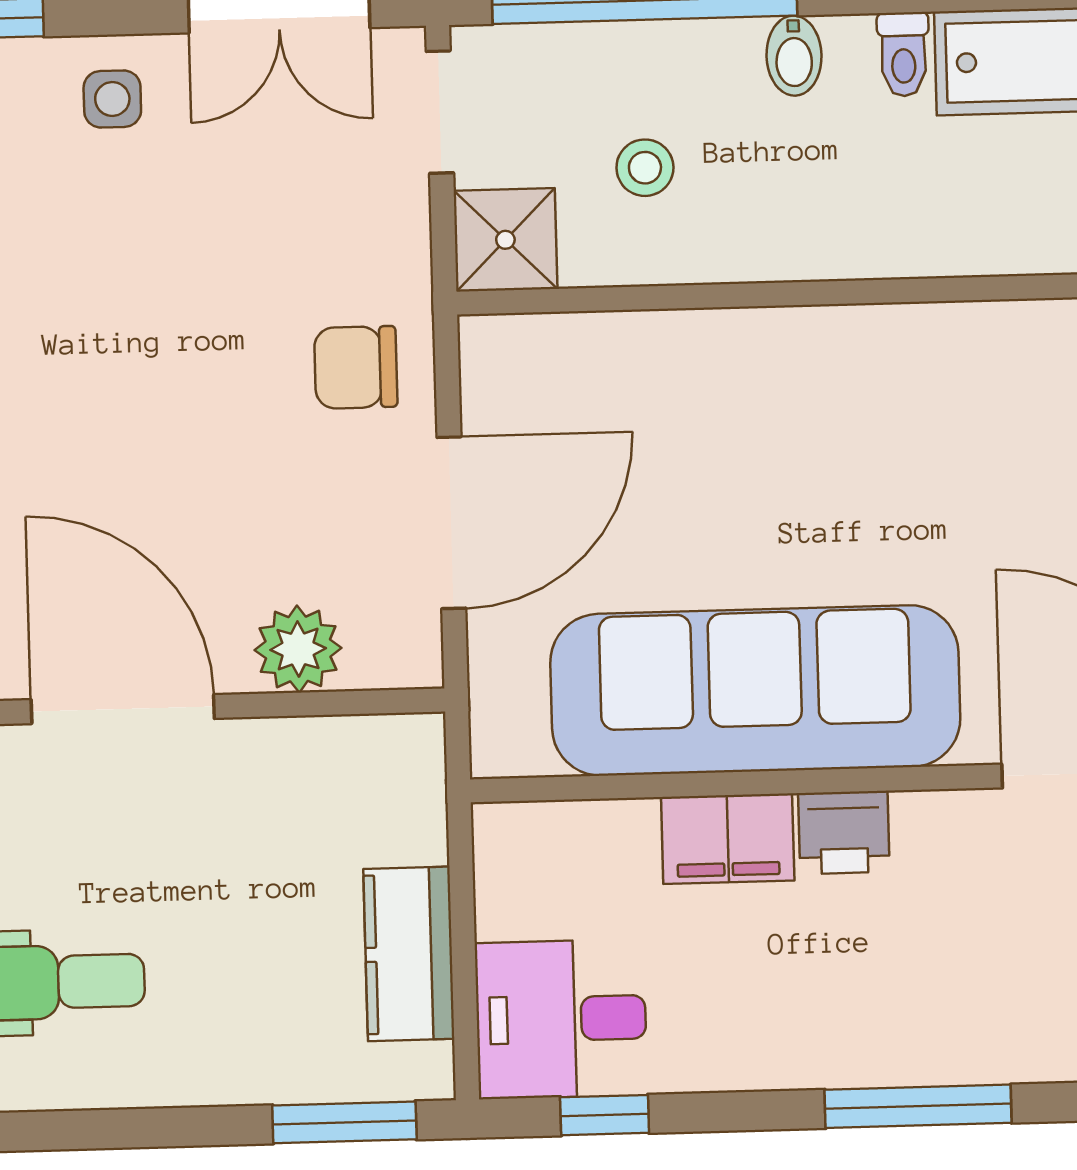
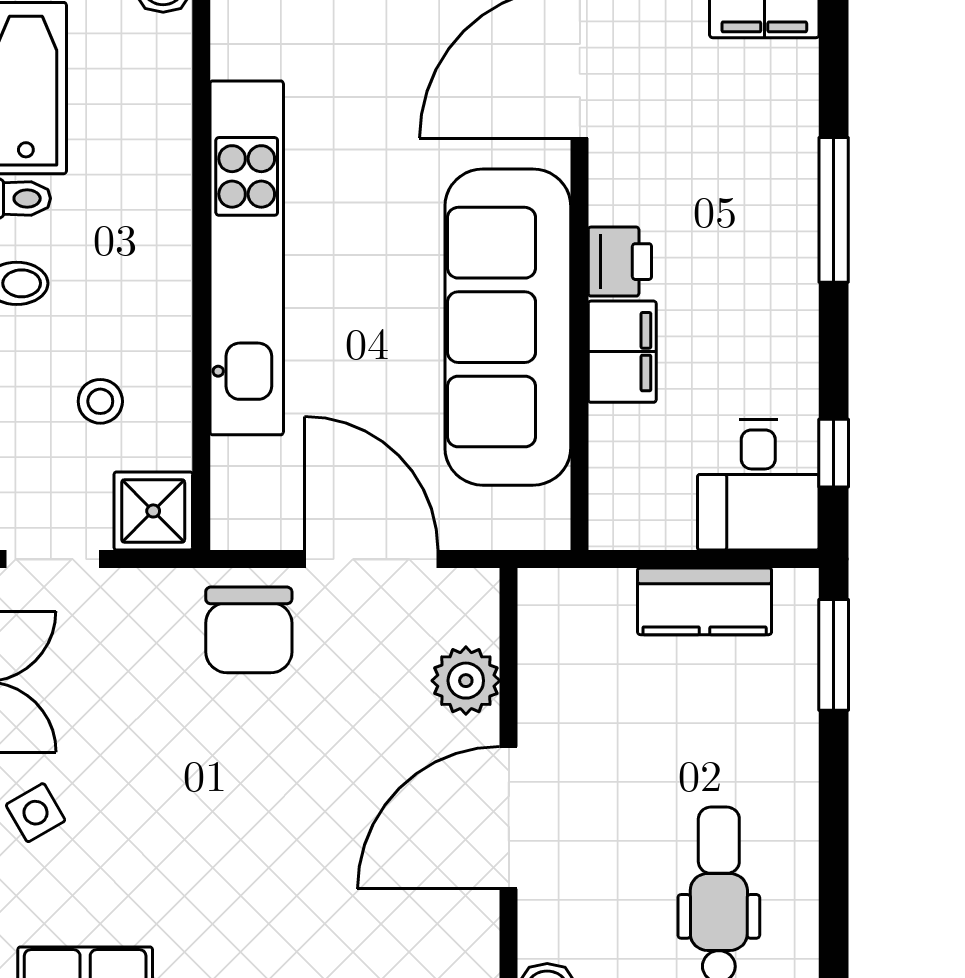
side table: (112, 99) -> (36, 813), turned -30
kitchen unit: (835, 351) -> (247, 258), added
chair: (356, 367) -> (249, 630), width x1.37, depth x1.37

